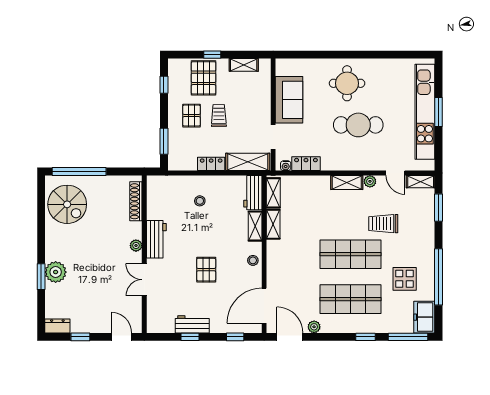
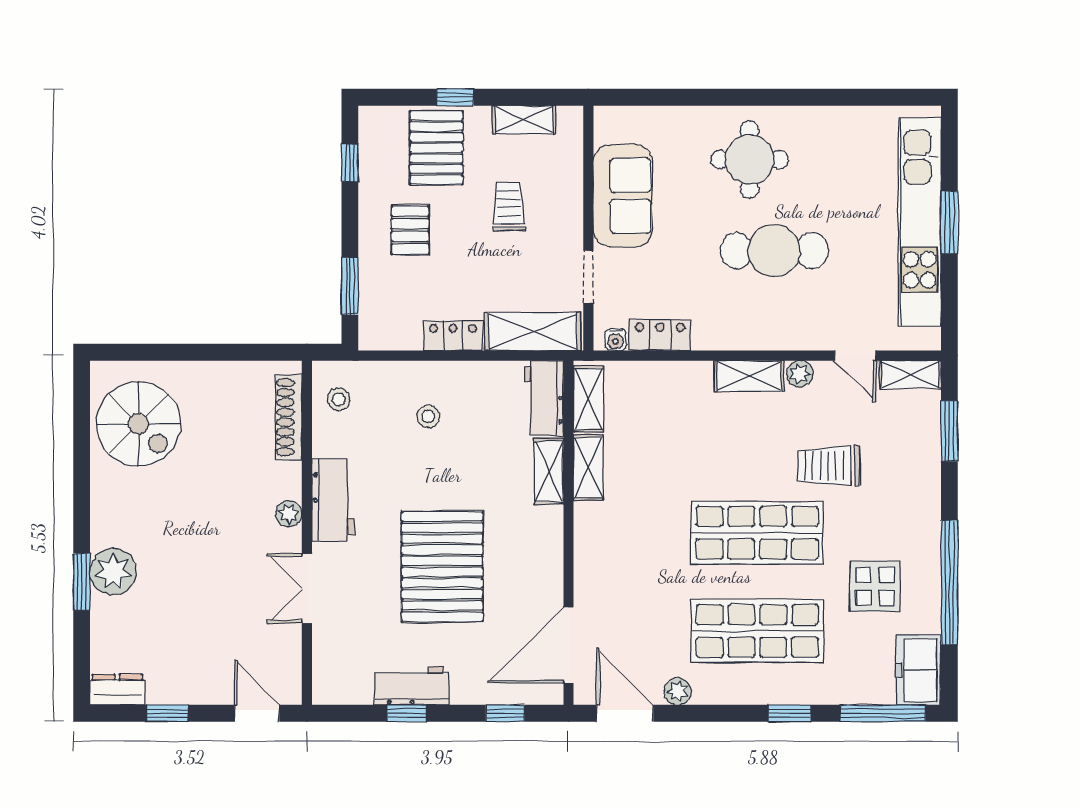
trolley: (219, 116) -> (509, 207), moved
window: (79, 171) -> (165, 352), removed
stool: (253, 260) -> (339, 399), moved
pallet: (206, 270) -> (442, 566), width x2.05, depth x2.00

